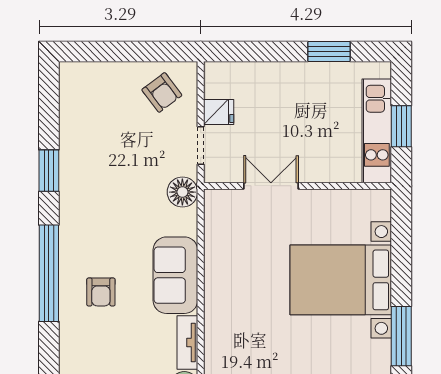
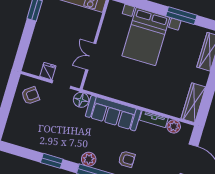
plant: (73, 240) -> (89, 159), added
sofa: (175, 275) -> (113, 113), width x1.36
armchair: (101, 292) -> (127, 159), moved

